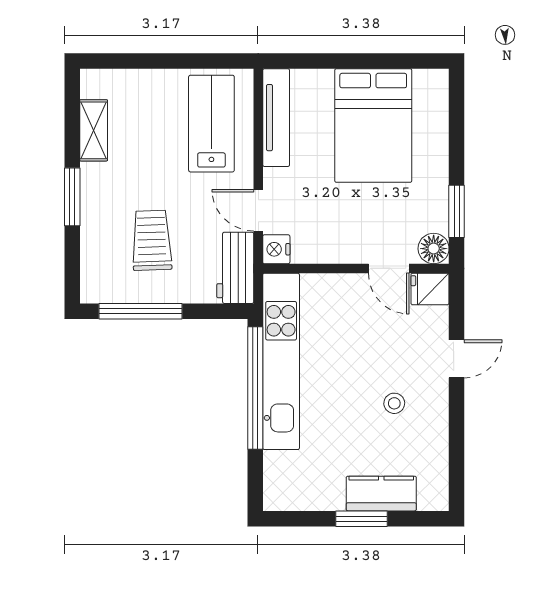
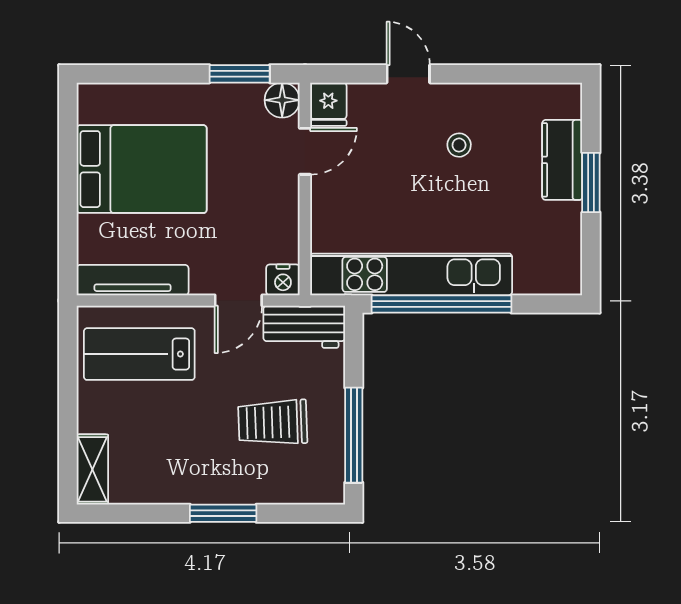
shelving: (94, 130) -> (92, 469), moved, turned 90

